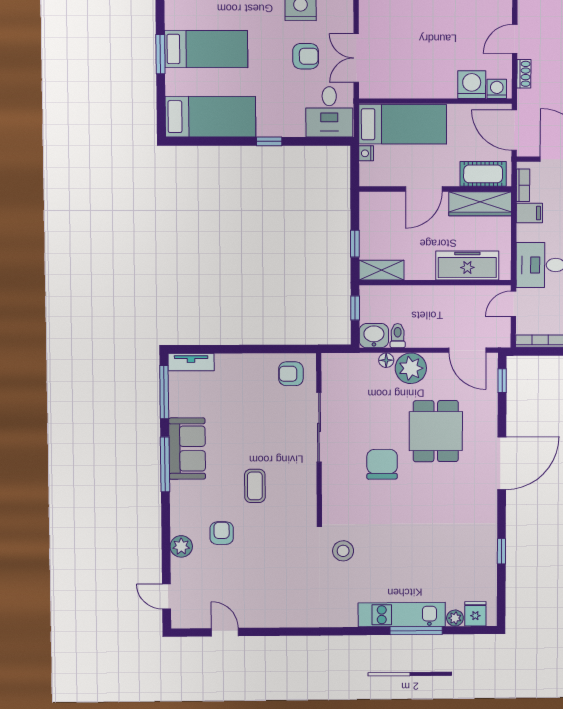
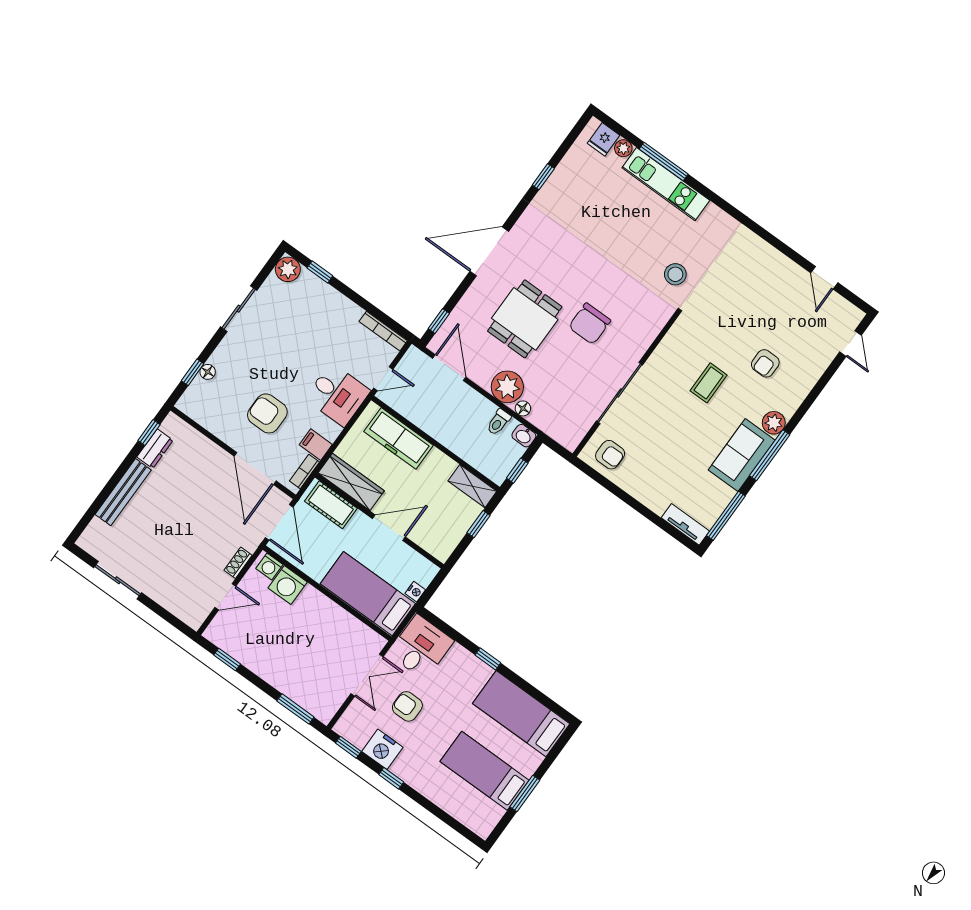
washbasin: (374, 336) -> (524, 436), width x0.72, depth x0.69
plant: (181, 546) -> (774, 423), moved

